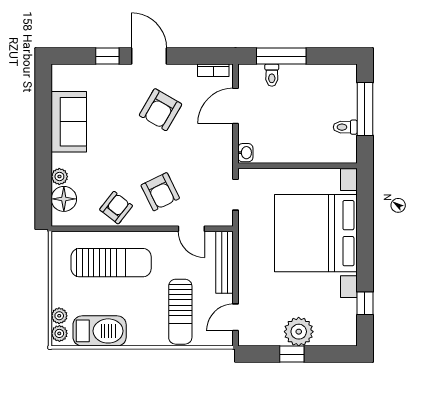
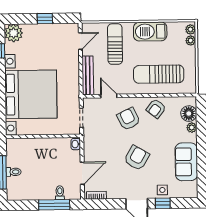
side table: (108, 77) -> (162, 190), added
armchair: (160, 110) -> (137, 158), moved
toilet: (345, 127) -> (14, 172), moved
barbecue: (100, 331) -> (150, 32), moved
plant: (299, 332) -> (14, 33), moved

